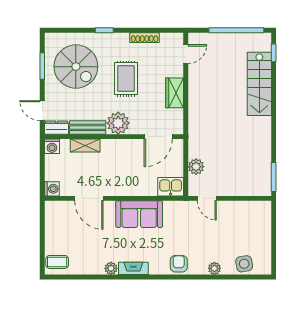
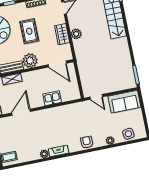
door: (158, 137) -> (57, 64), hinge flipped
plant: (196, 167) -> (76, 34), moved
kitchen sink: (171, 187) -> (52, 98), moved
door: (89, 198) -> (21, 112), swing flipped
sofa: (139, 214) -> (124, 102), moved

